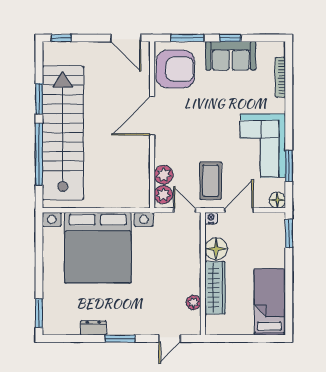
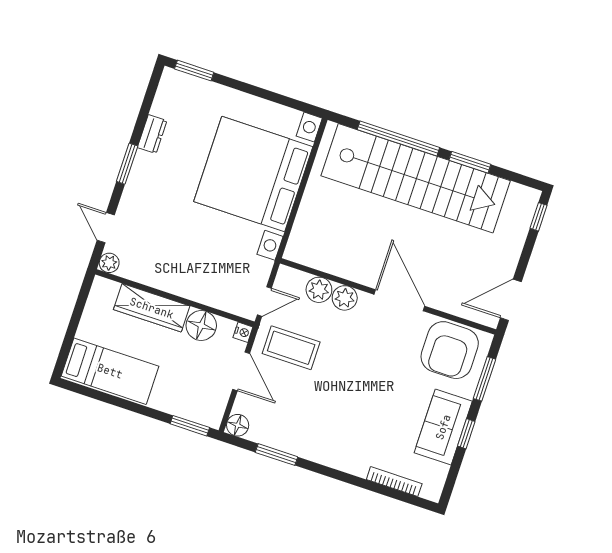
corner sofa: (263, 146) -> (314, 430), removed
plant: (163, 195) -> (345, 298), moved
plant: (194, 302) -> (109, 263), moved

